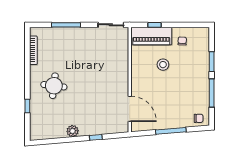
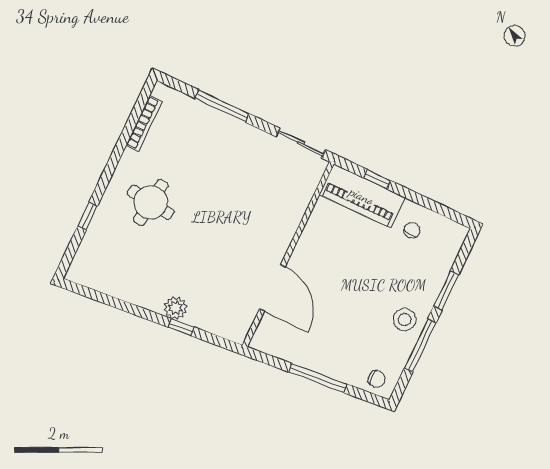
stool: (163, 65) -> (405, 319), moved
door: (130, 109) -> (272, 288), moved
plant: (73, 131) -> (175, 308), moved

